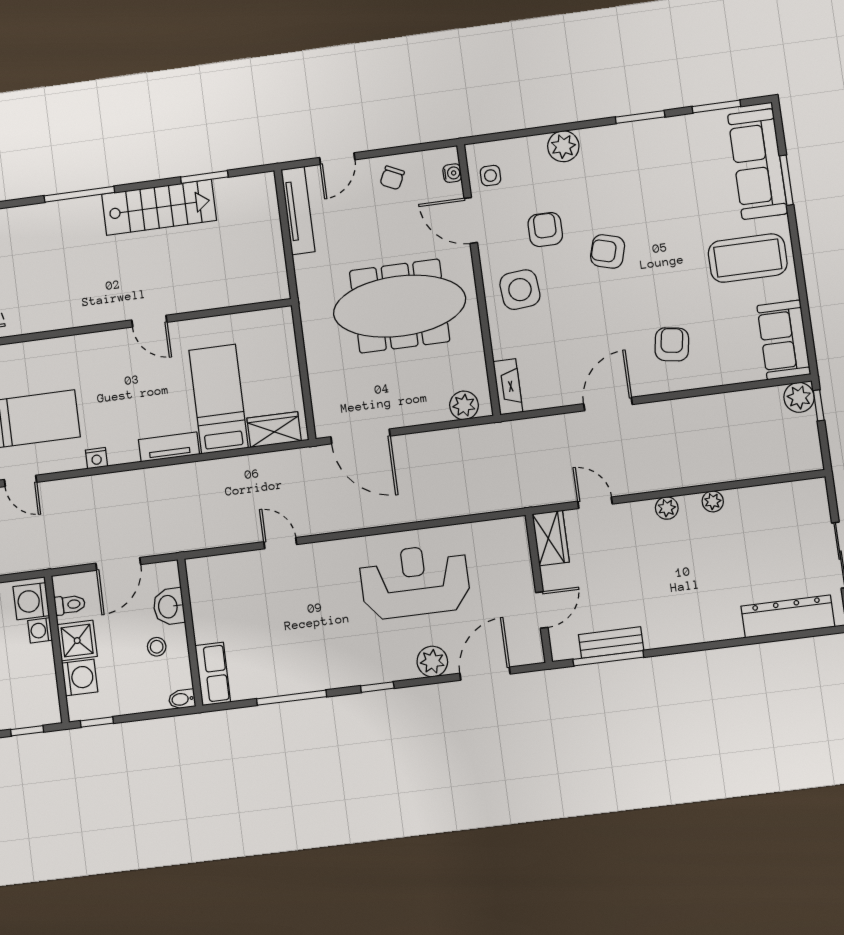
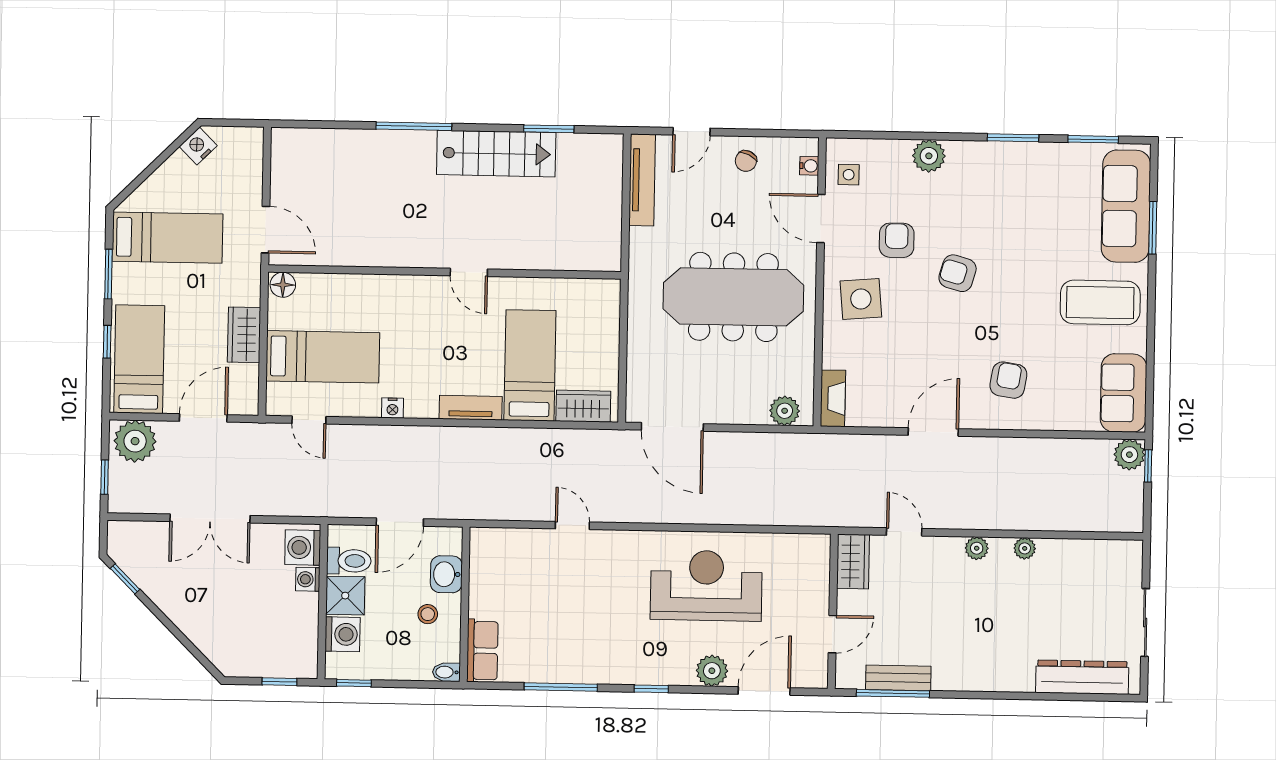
toilet: (70, 605) -> (349, 561), width x1.37, depth x1.39

